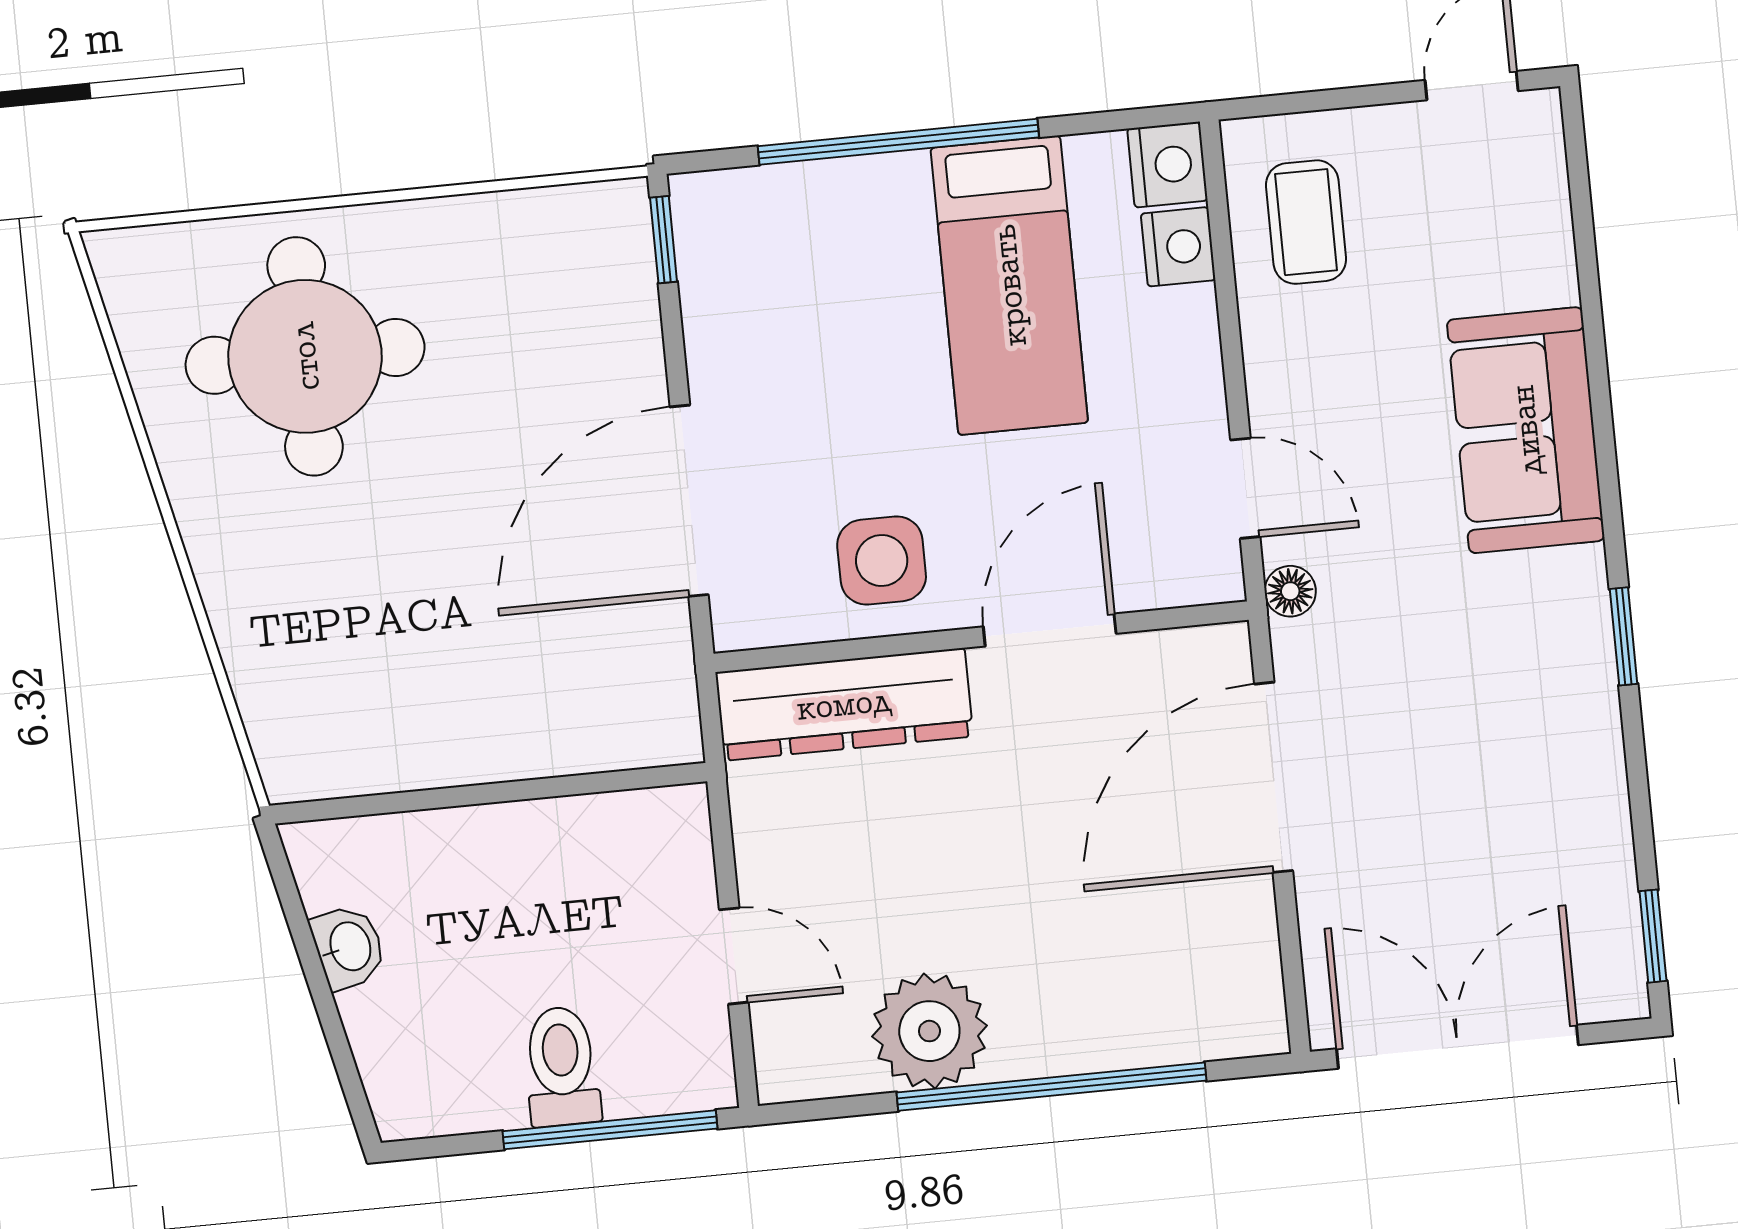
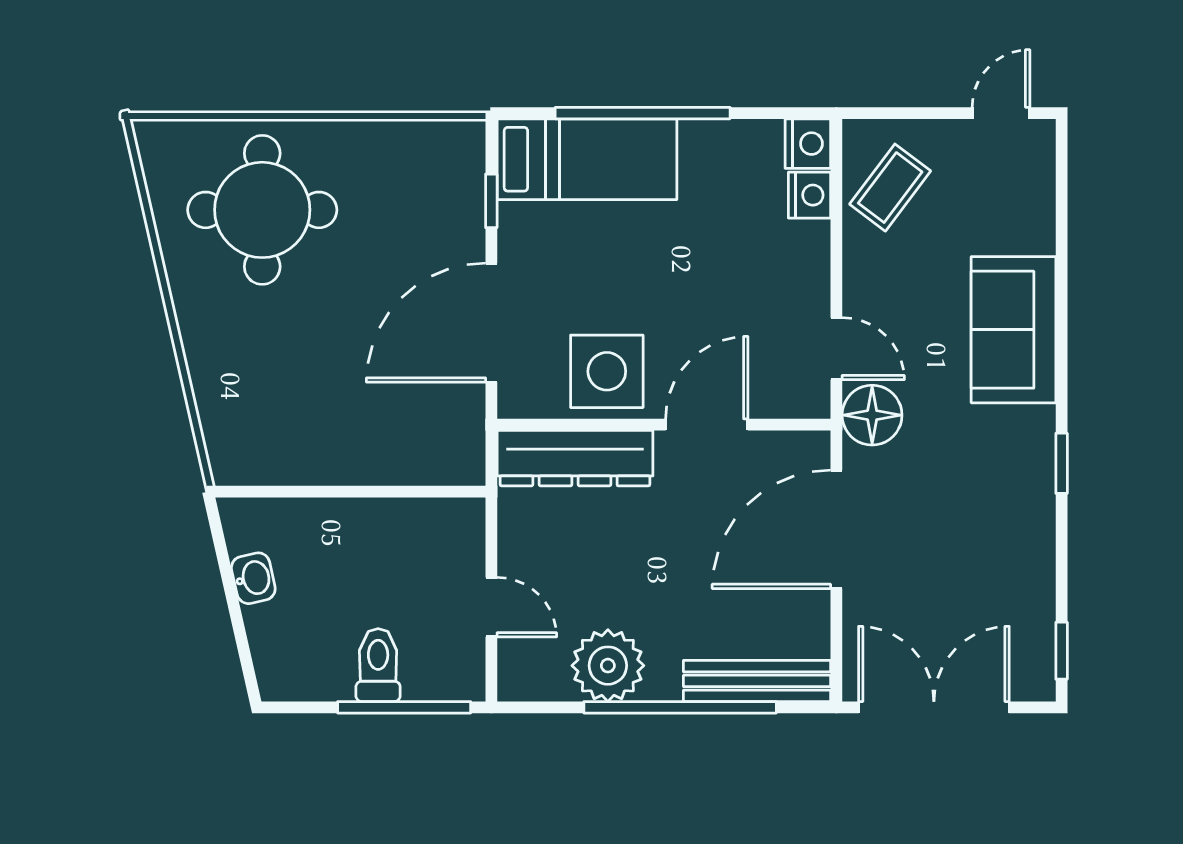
coffee table: (1306, 222) -> (890, 188), turned 37
window: (664, 240) -> (491, 201), moved
bed: (1009, 285) -> (587, 159), moved, turned -90
side table: (882, 561) -> (607, 371), width x1.37, depth x1.37
floor lamp: (1290, 591) -> (872, 415), width x1.89, depth x1.89
bench: (1170, 1032) -> (757, 681), added

